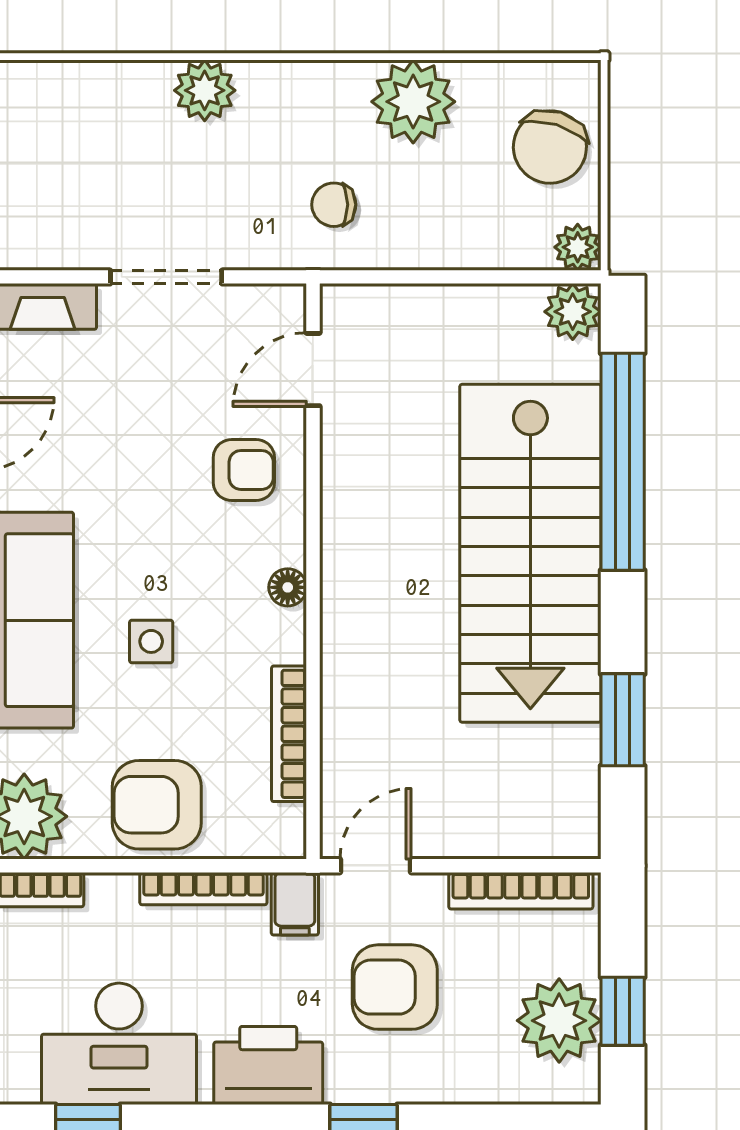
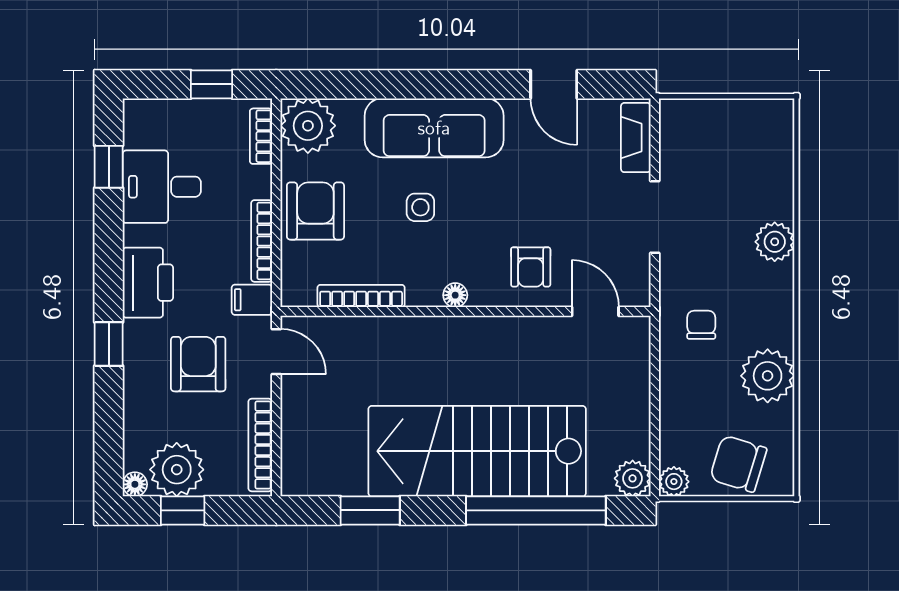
desk: (119, 1044) -> (162, 187), width x0.73
floor lamp: (582, 1086) -> (135, 484), added

